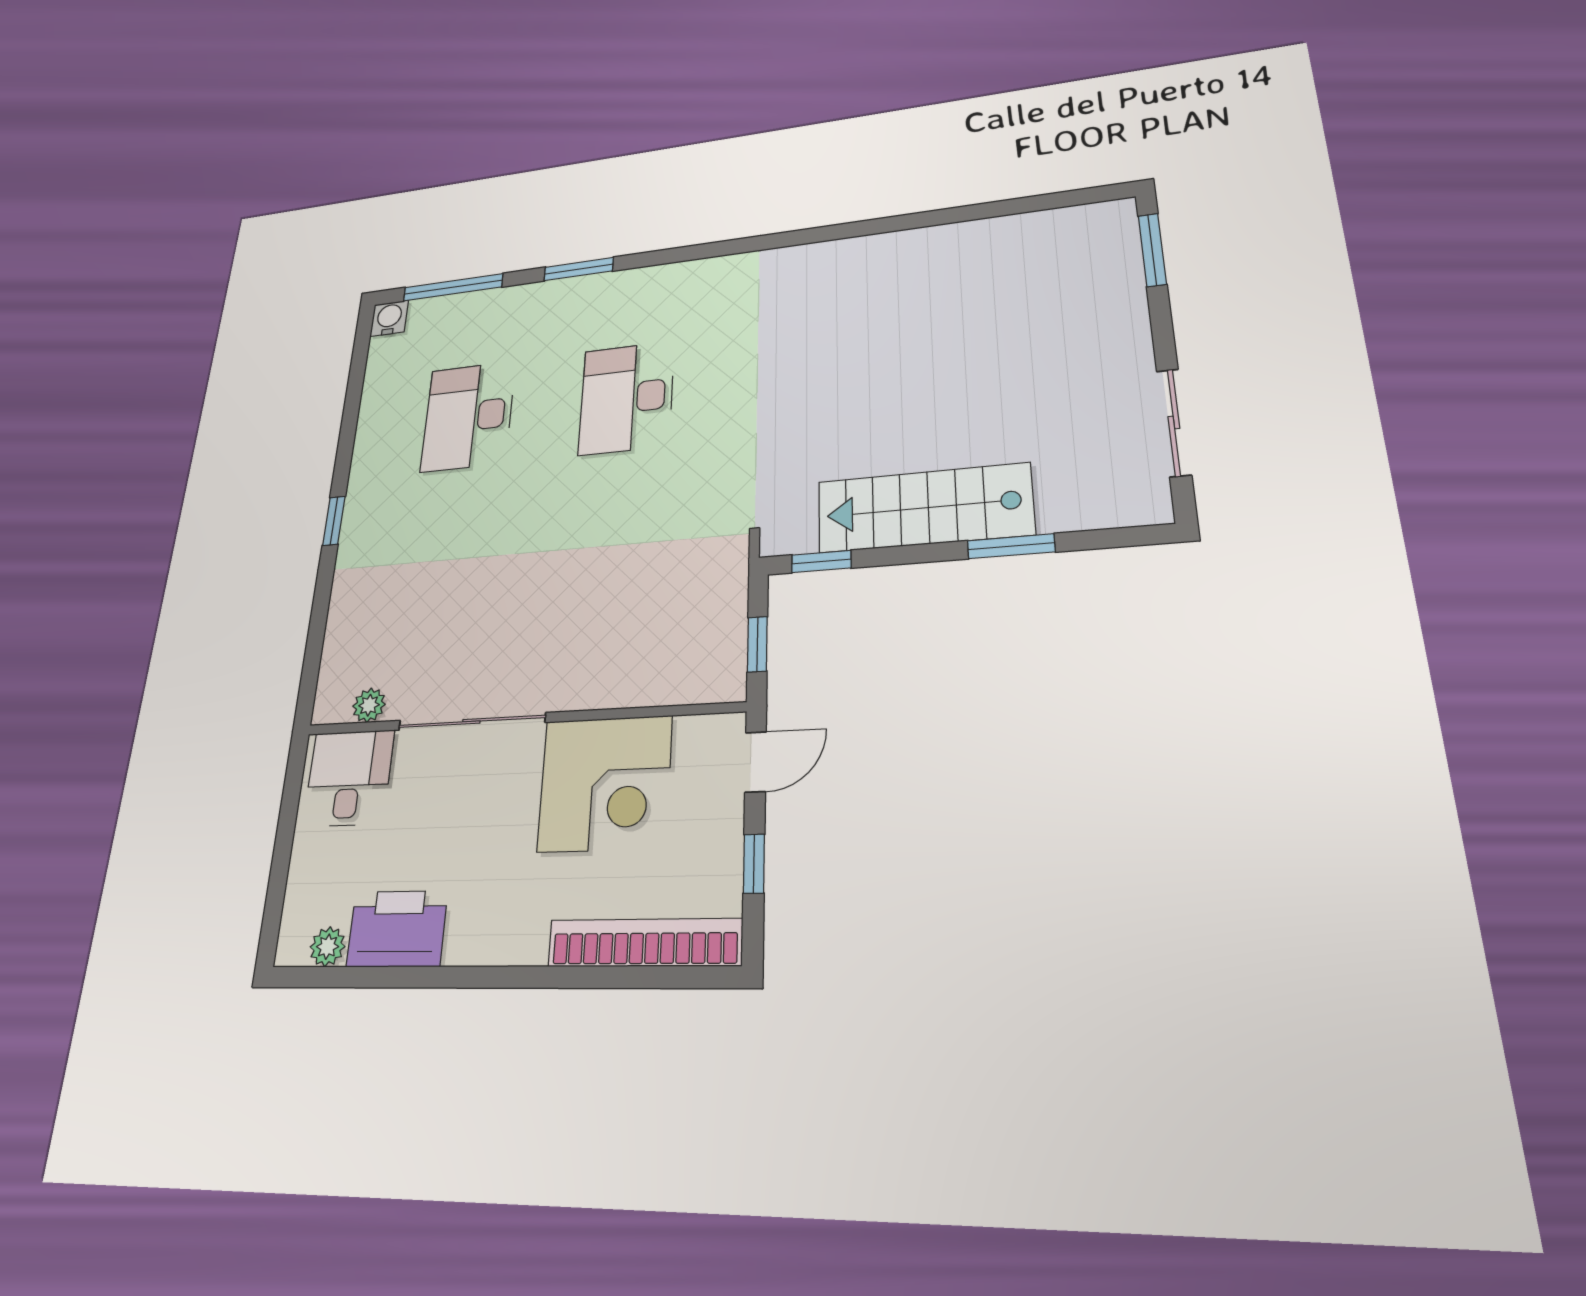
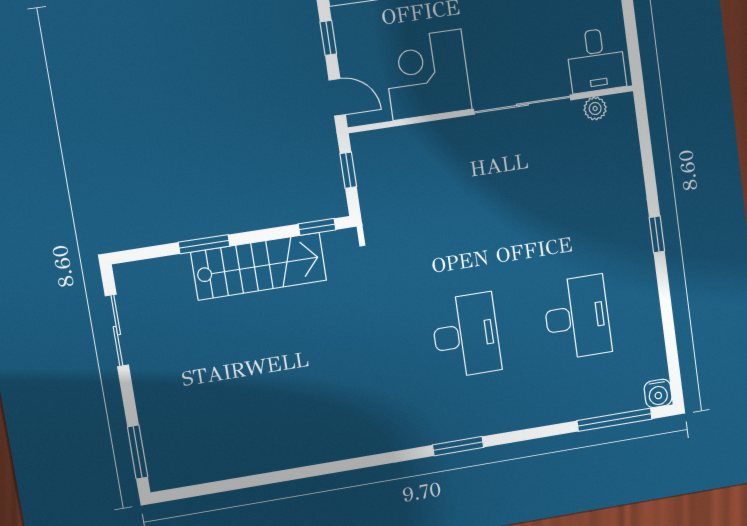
window: (579, 269) -> (458, 446), moved
door: (756, 762) -> (337, 97), swing flipped

